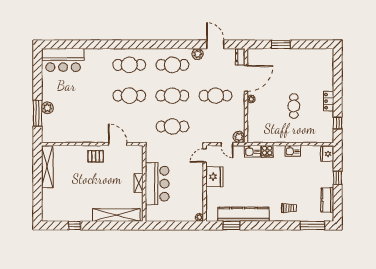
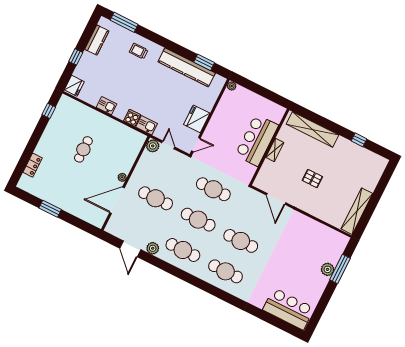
window: (281, 44) -> (50, 209), moved
dresser: (240, 57) -> (112, 224), removed
locker: (329, 101) -> (33, 165), moved
pallet: (96, 156) -> (312, 179), moved

